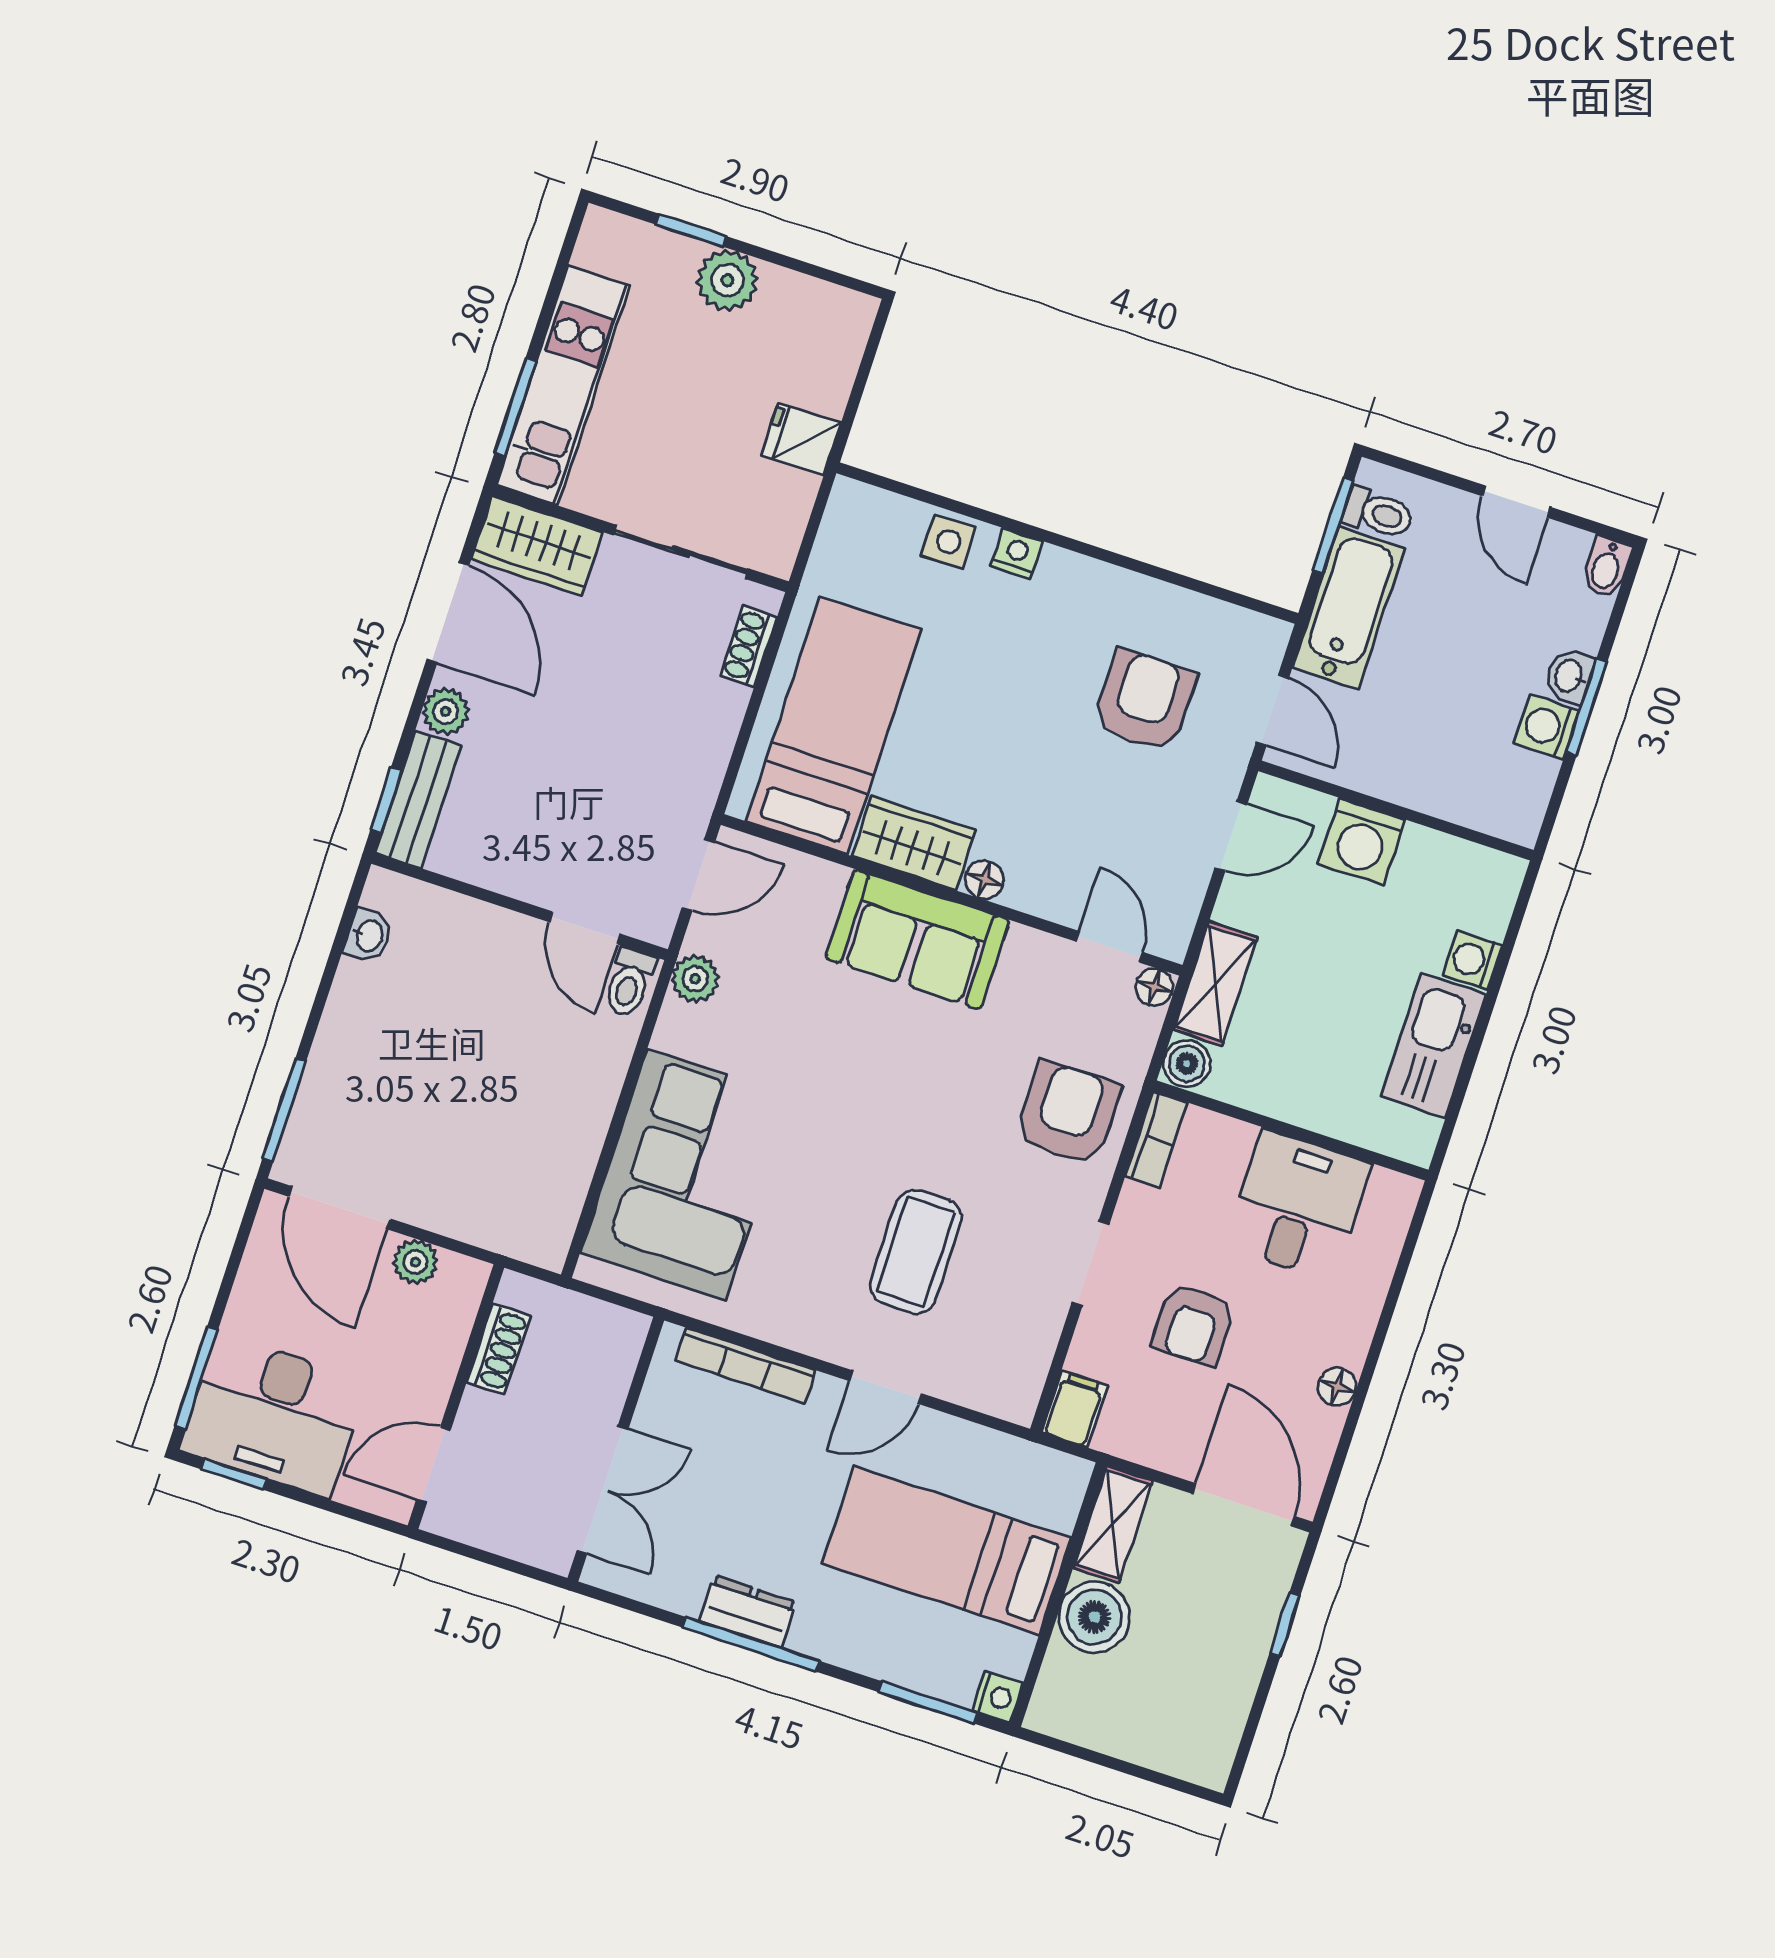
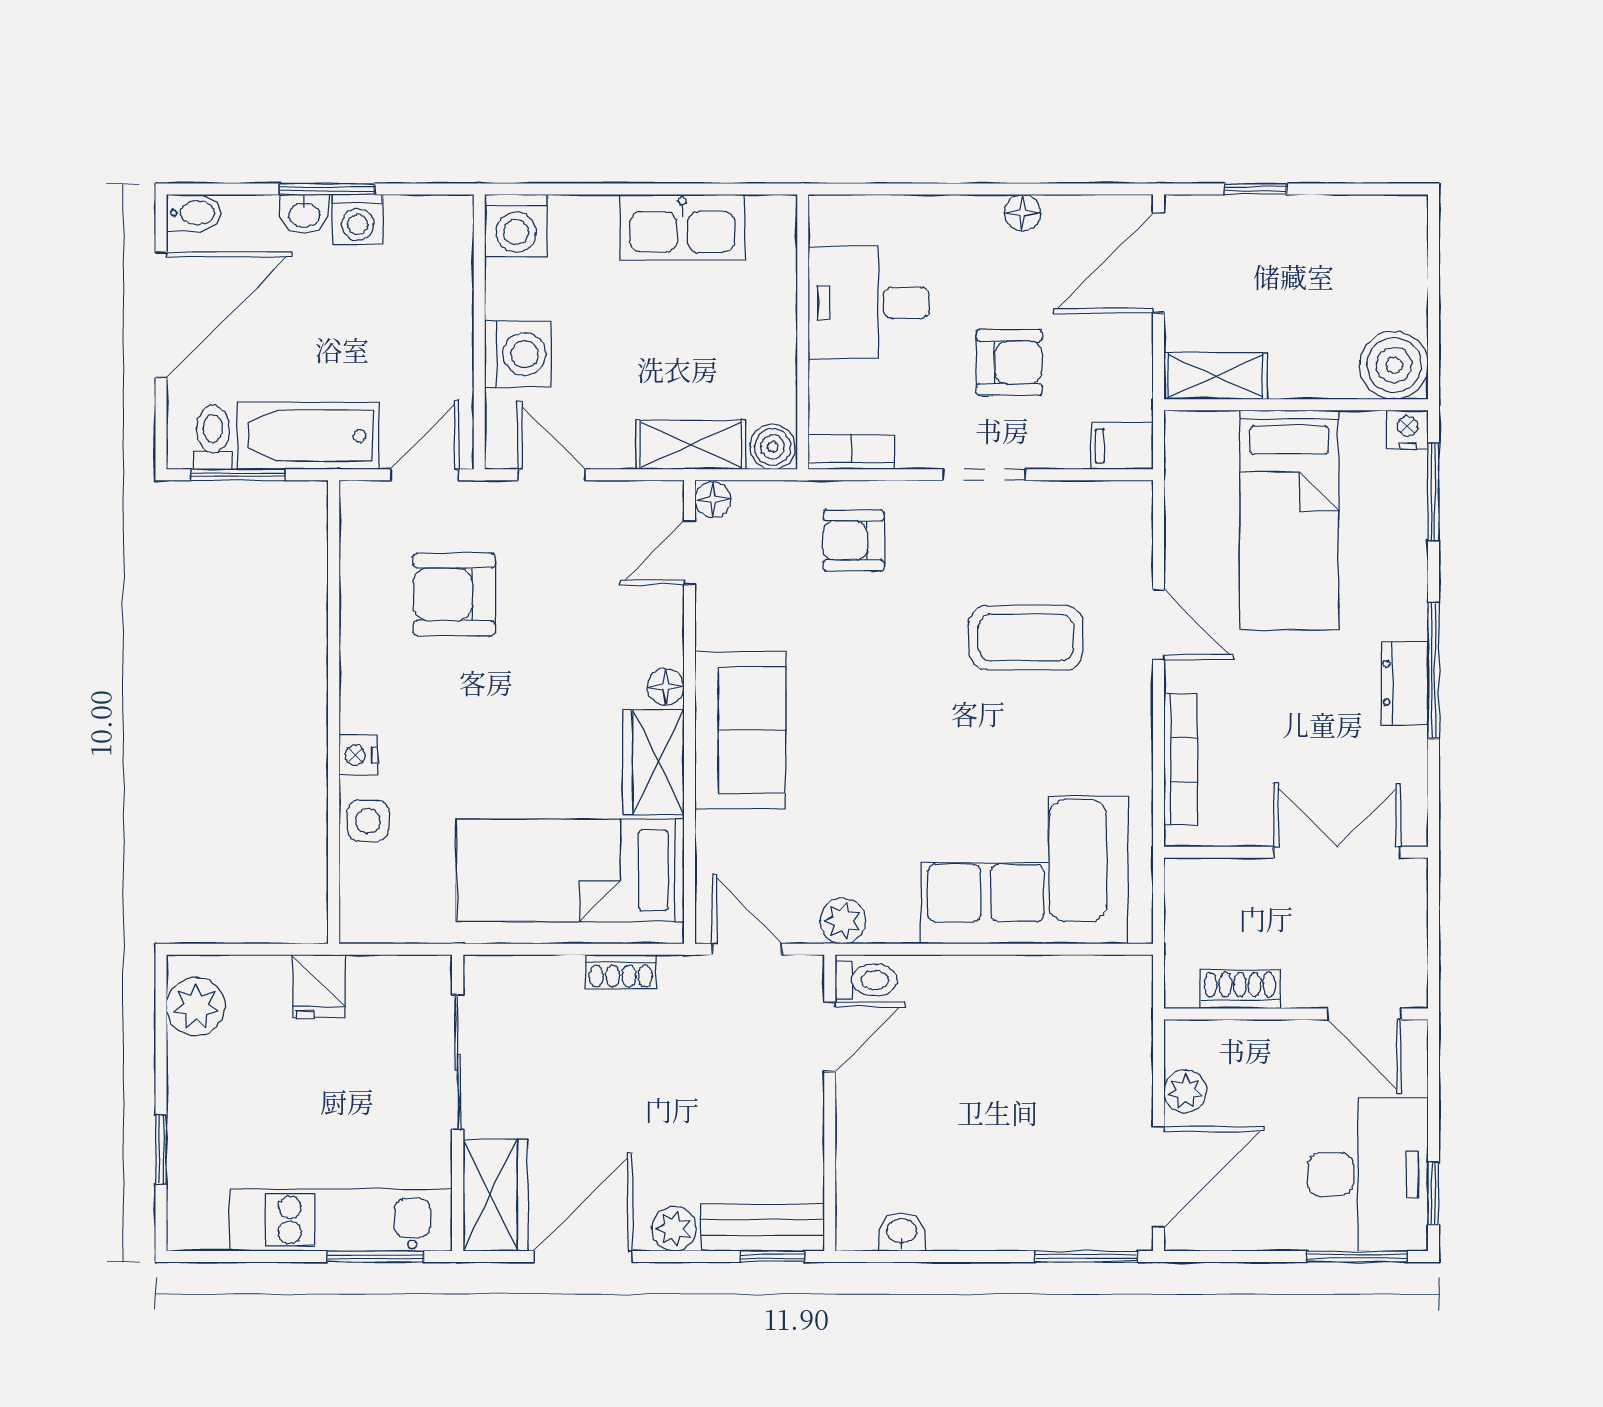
plant: (727, 280) -> (196, 1007), moved
door: (1516, 502) -> (161, 315), width x1.88
shoe rack: (749, 646) -> (621, 972), moved
washing machine: (1472, 960) -> (516, 226), moved, width x1.38, depth x1.38
armchair: (1068, 1113) -> (854, 540), width x0.72, depth x0.72
boiler: (1094, 1617) -> (1394, 365), moved

